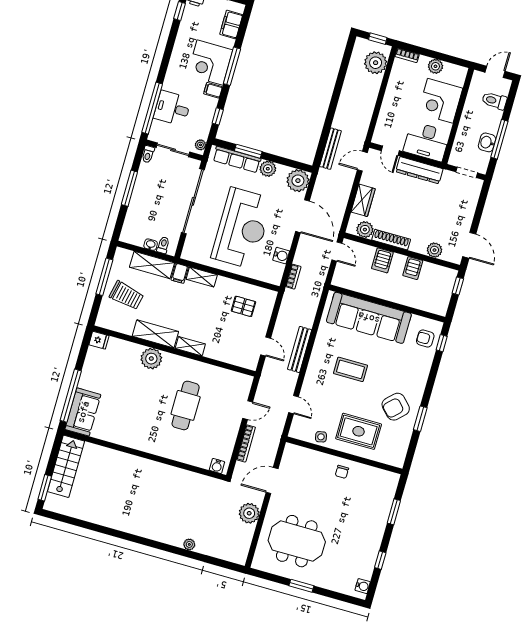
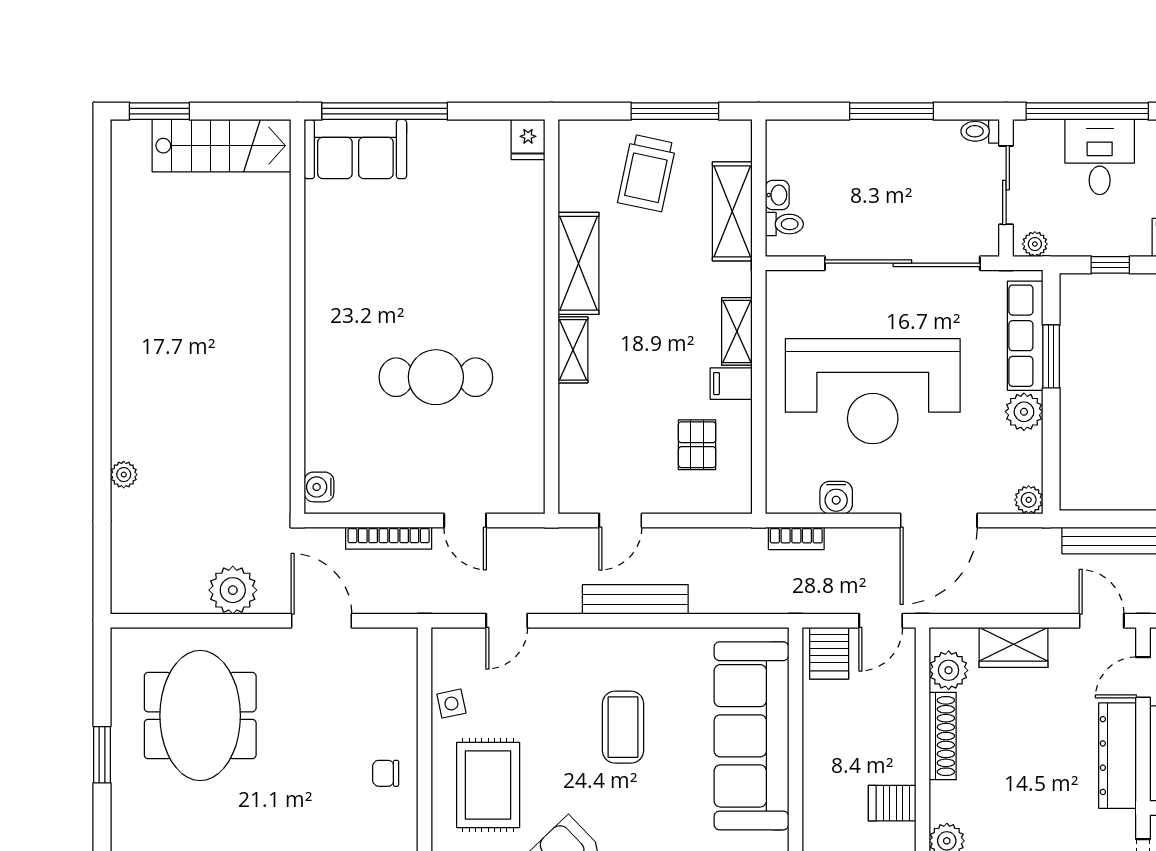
plant: (298, 181) -> (1029, 500), width x0.53, depth x0.53
server rack: (382, 260) -> (829, 653), moved, turned -90
filing cabinet: (180, 273) -> (731, 384), moved
plant: (151, 359) -> (520, 270), removed

